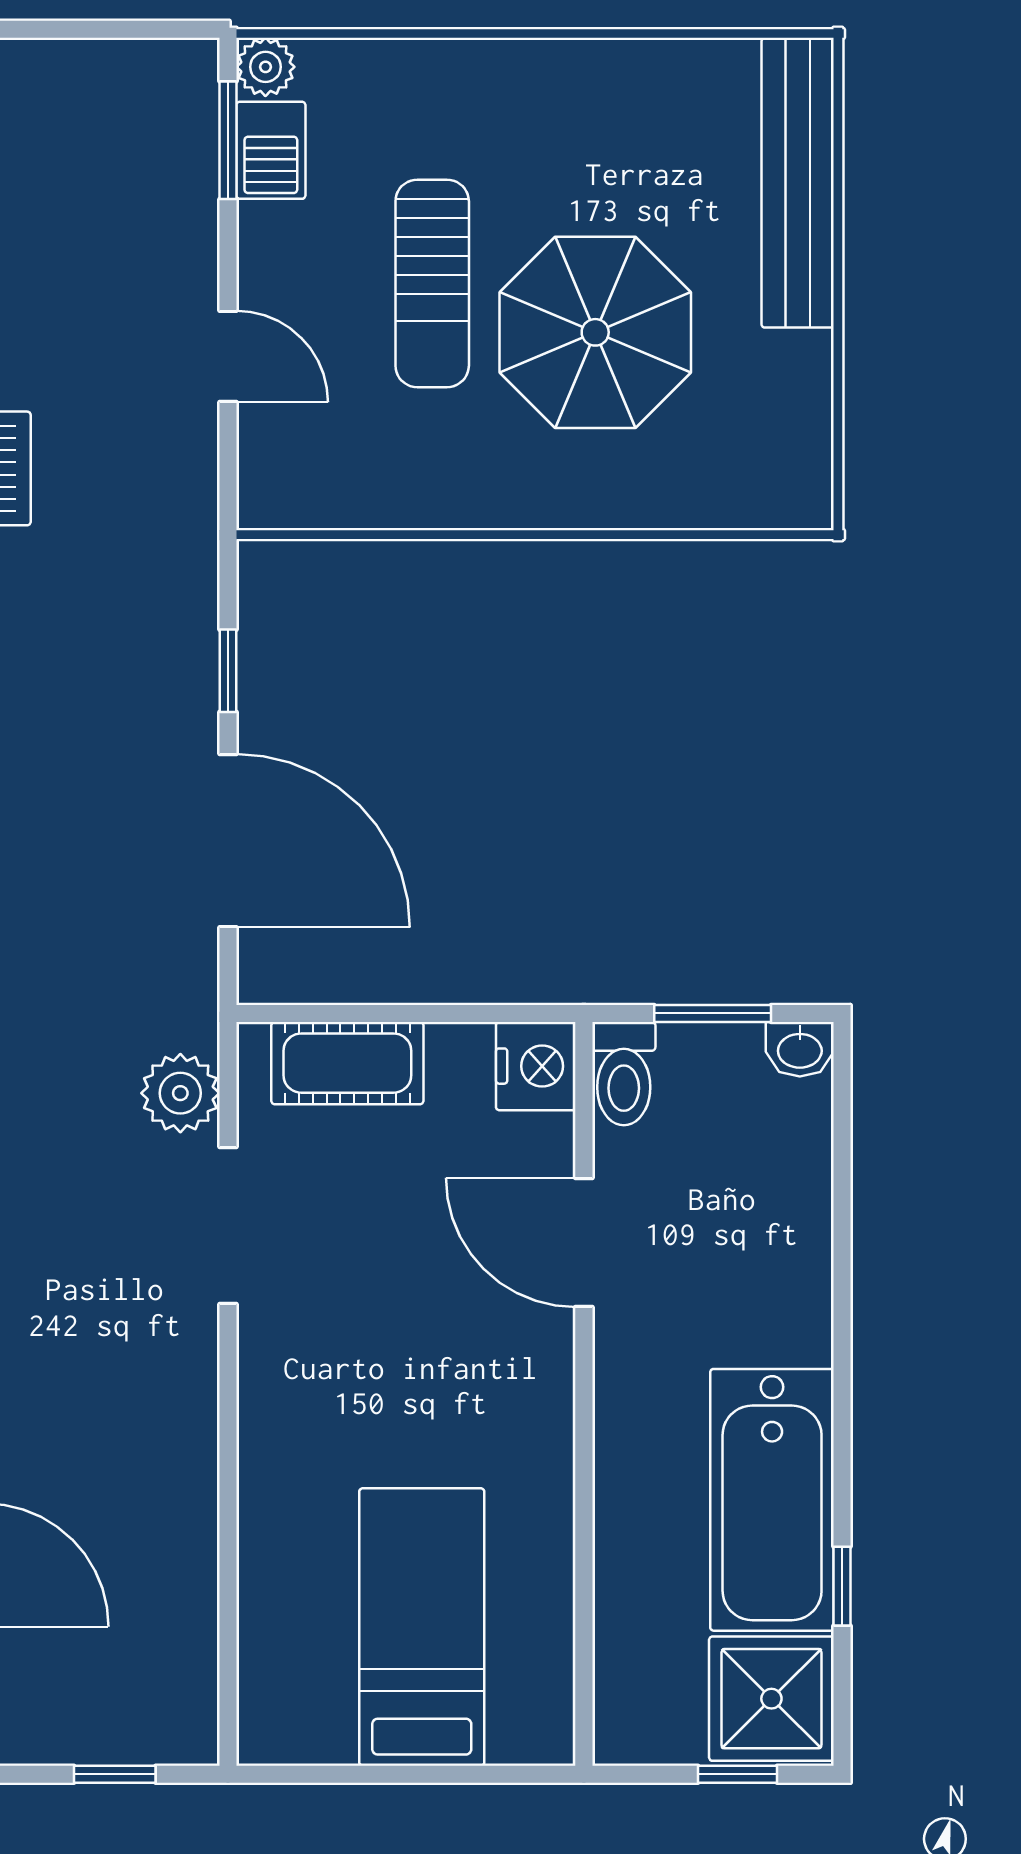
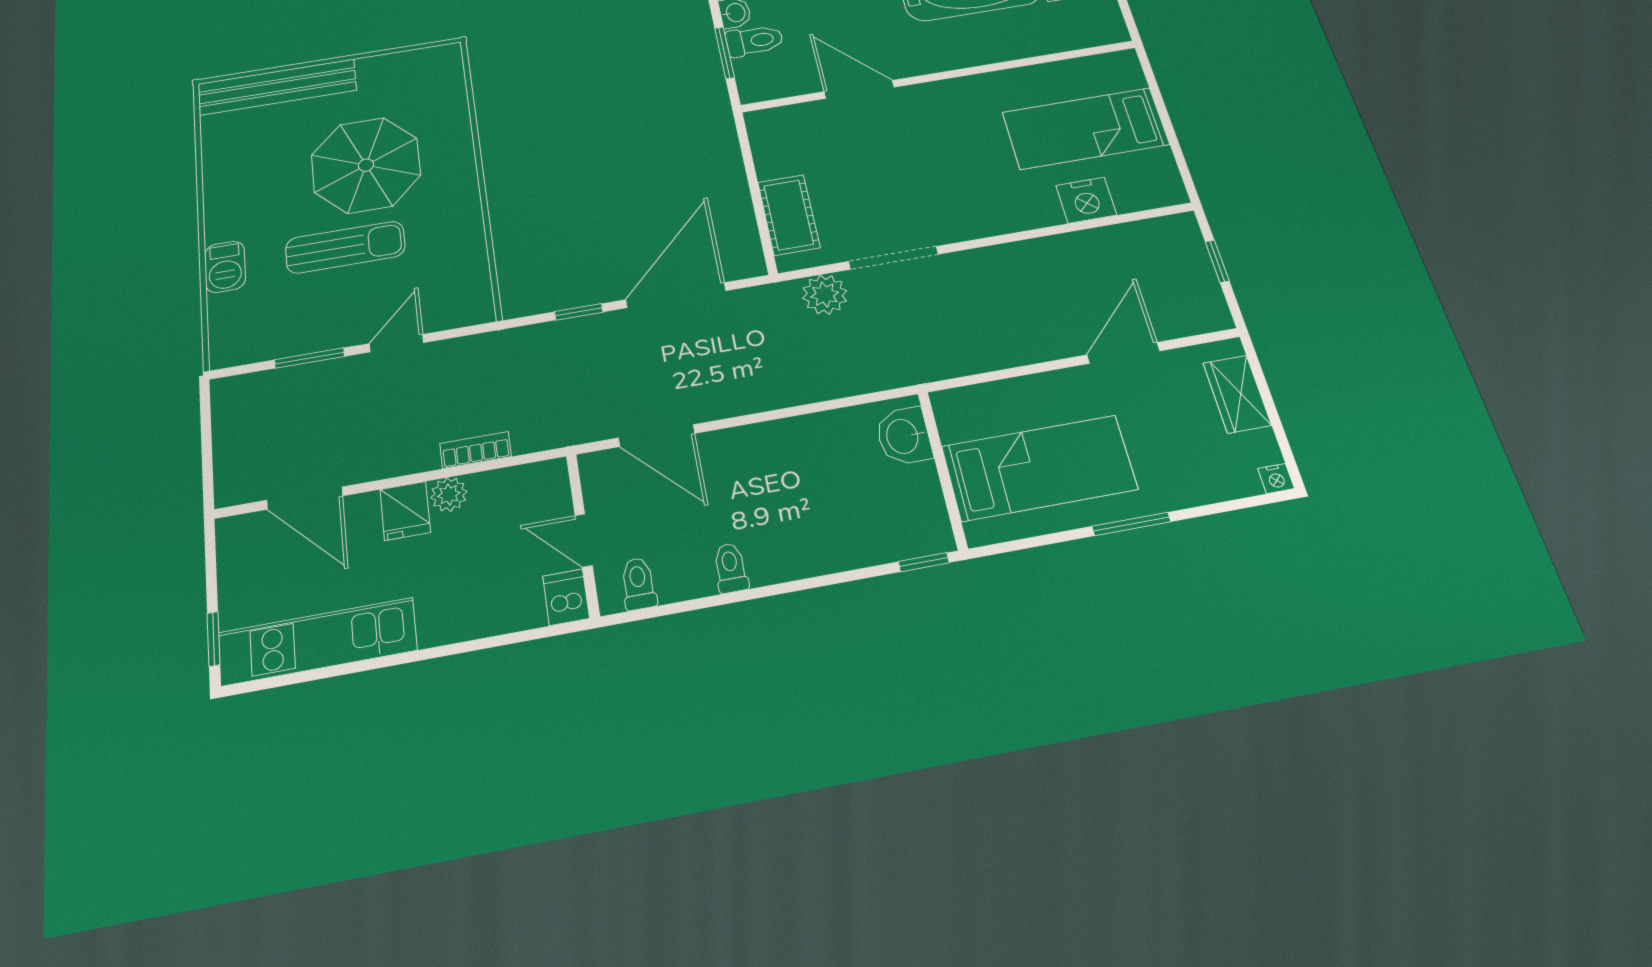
plant: (265, 67) -> (226, 353), removed
window: (228, 140) -> (309, 358), moved
barbecue: (271, 150) -> (225, 267), moved, turned 90
nightstand: (536, 1066) -> (1086, 200), moved, turned 180
toilet: (624, 1074) -> (755, 41), moved
door: (584, 1243) -> (859, 89), swing flipped

